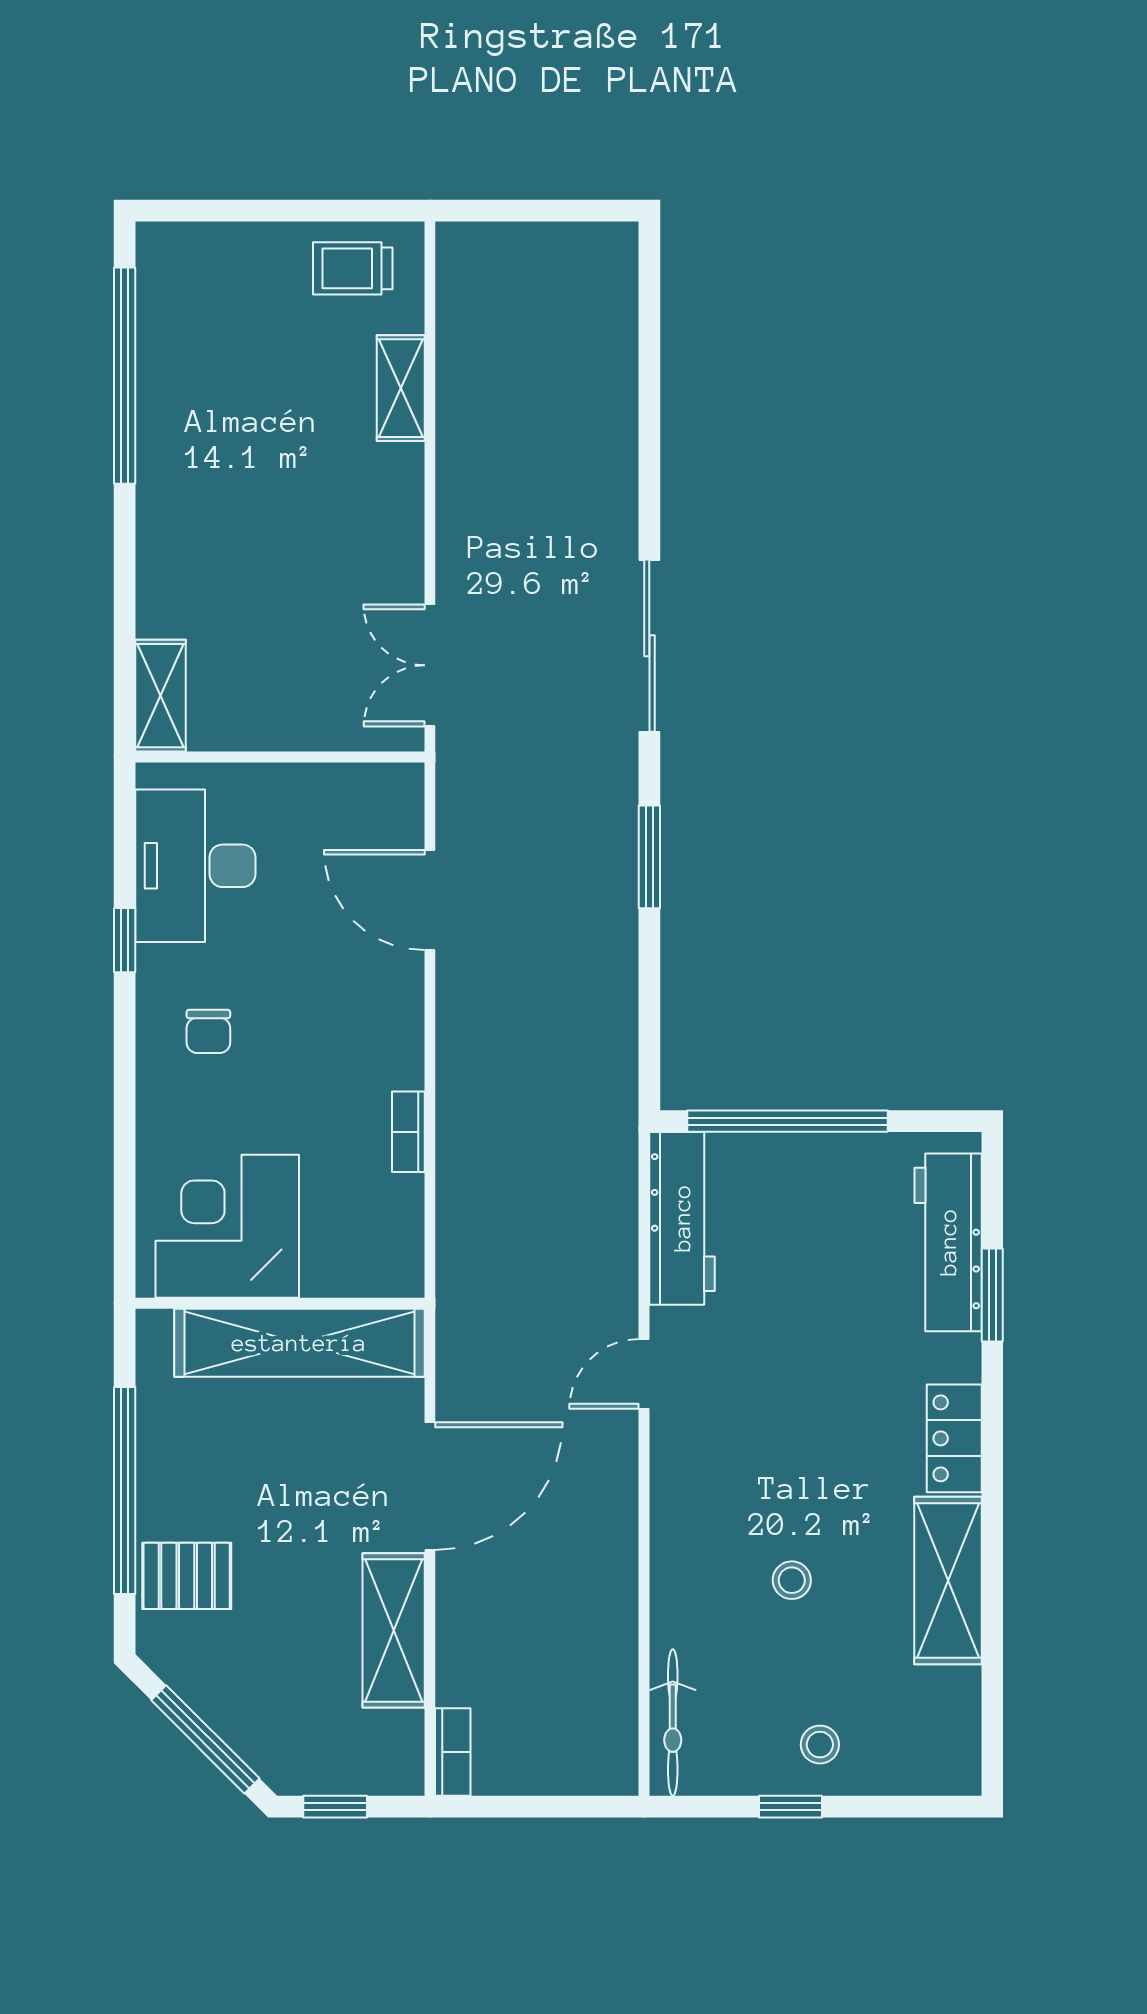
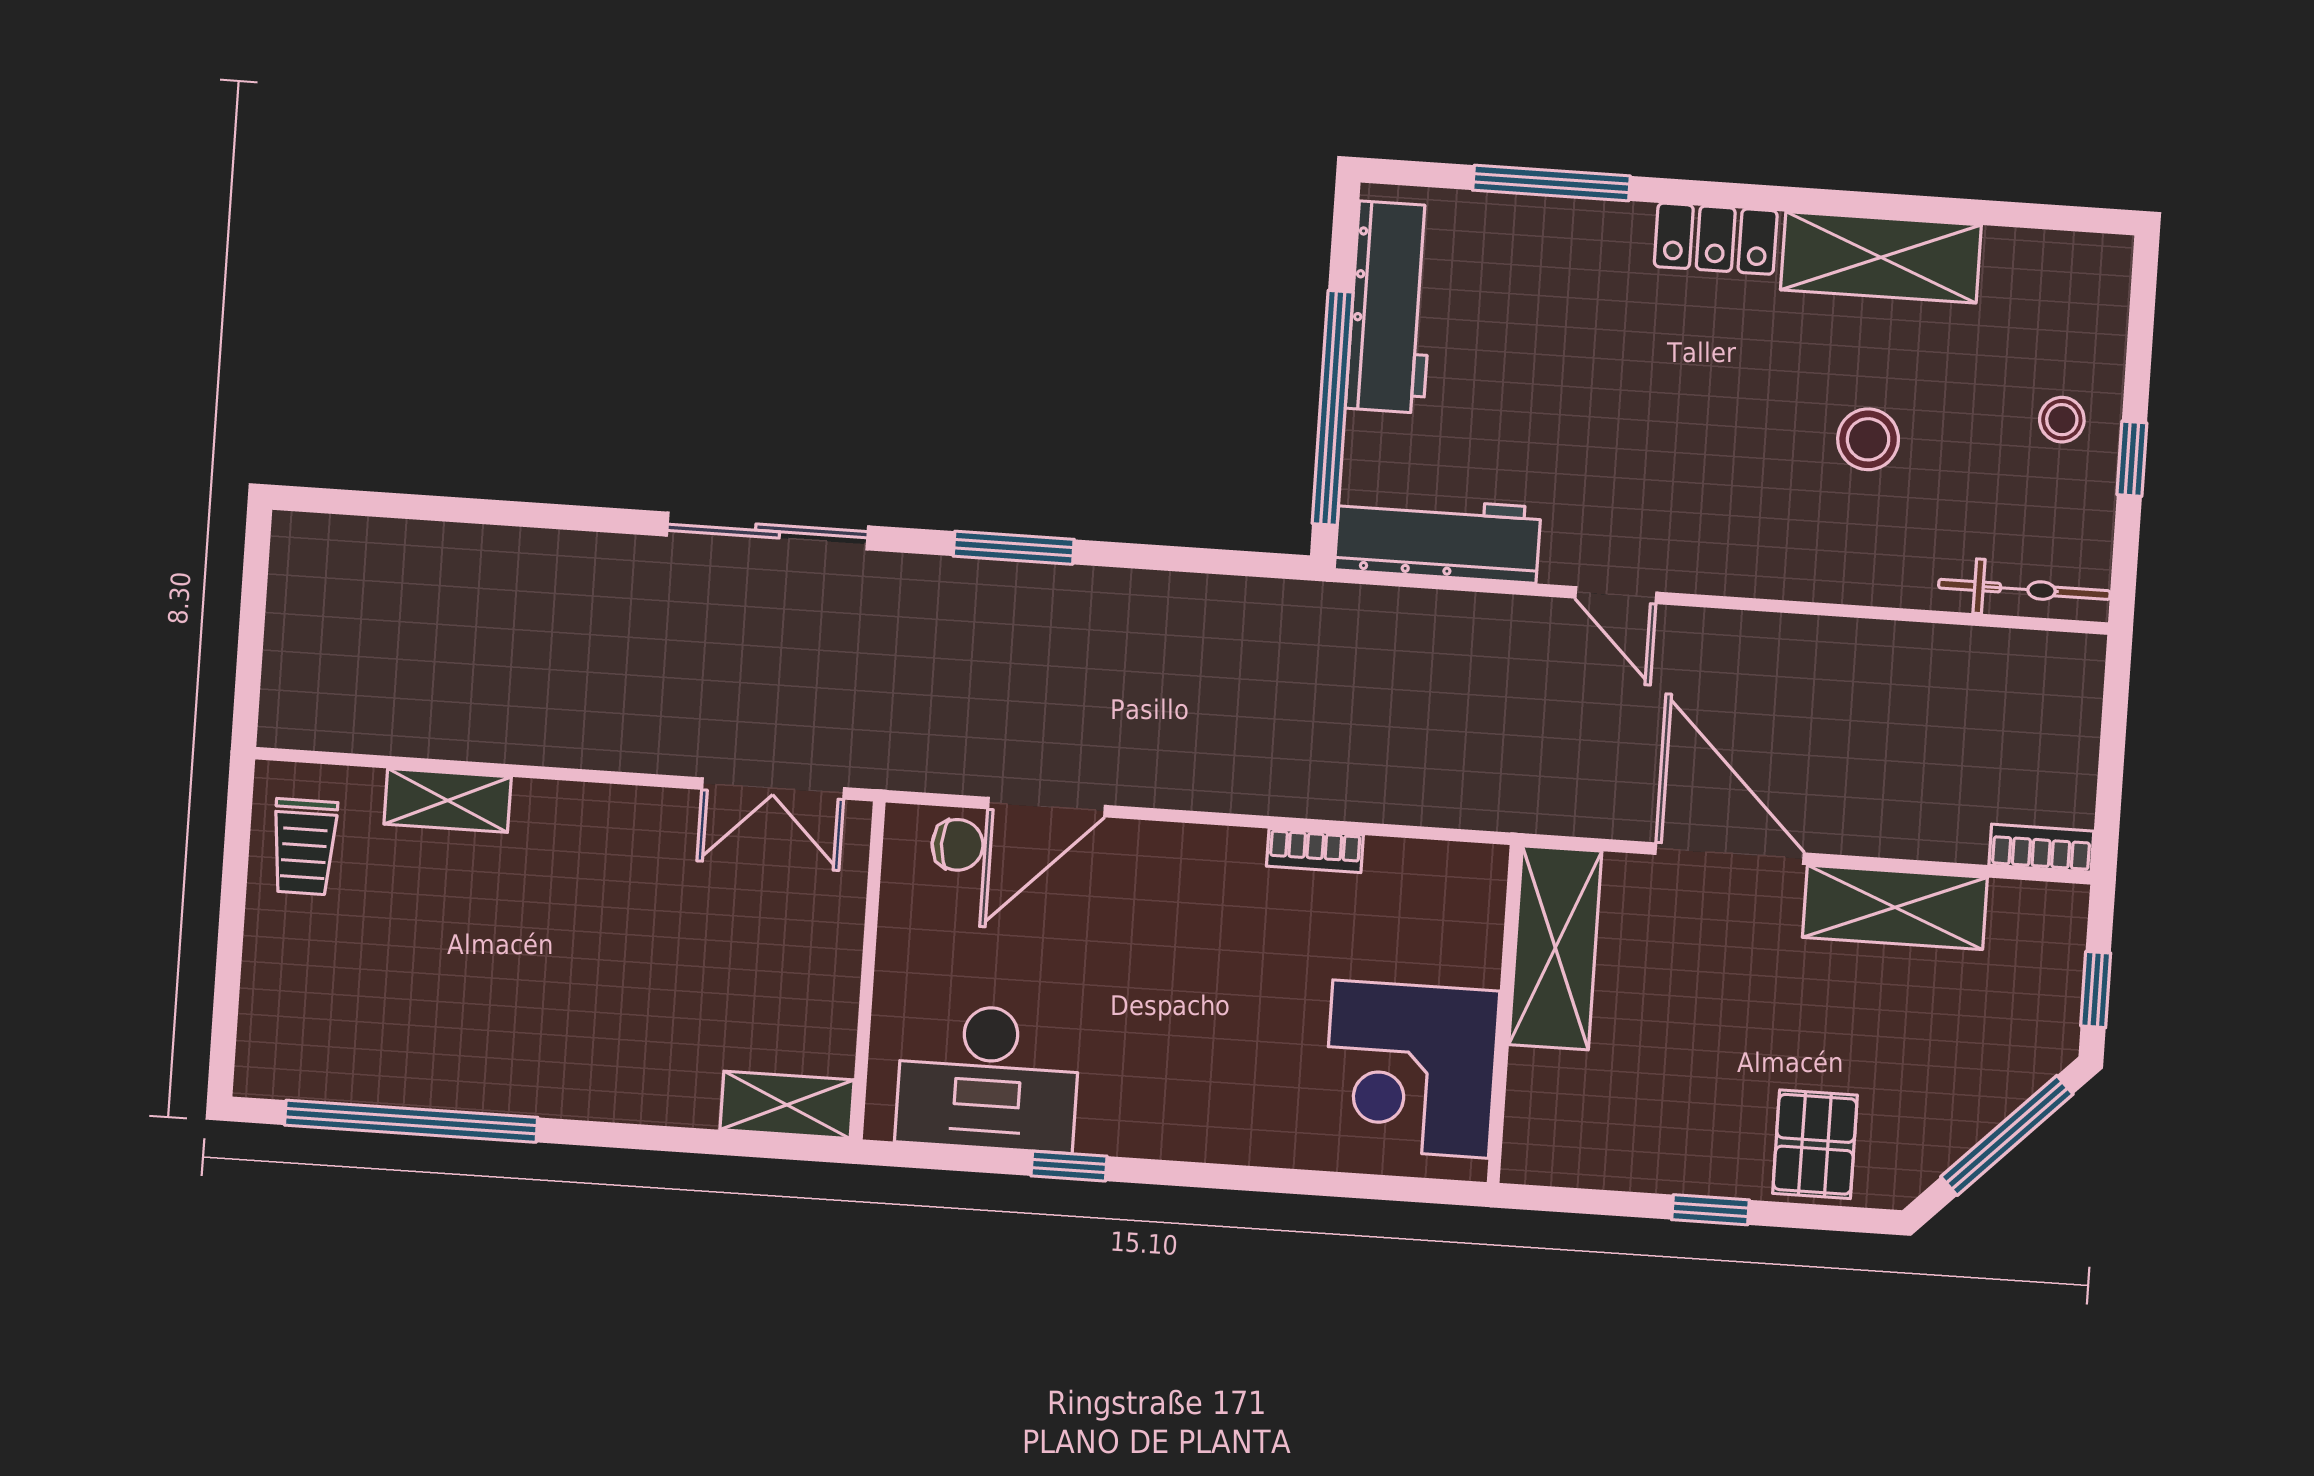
chair: (208, 1031) -> (958, 845), moved
workbench: (948, 1242) -> (1391, 307), moved, turned -90
window: (992, 1295) -> (1551, 183), width x1.44
shelving: (299, 1343) -> (1555, 948), width x0.68
window: (125, 1490) -> (1710, 1210), width x0.32
stool: (792, 1580) -> (1868, 439), width x1.37, depth x1.37

